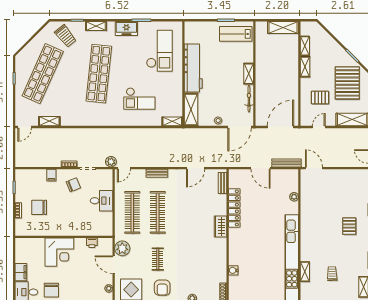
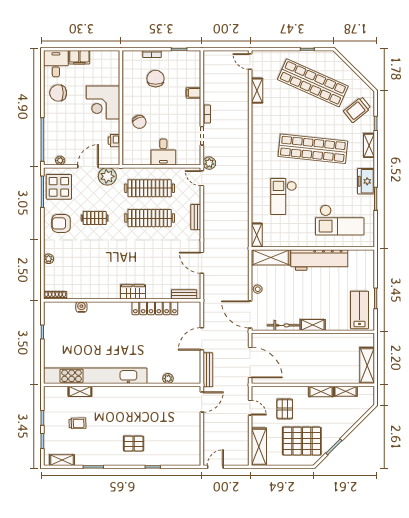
chair: (73, 185) -> (139, 122), moved

